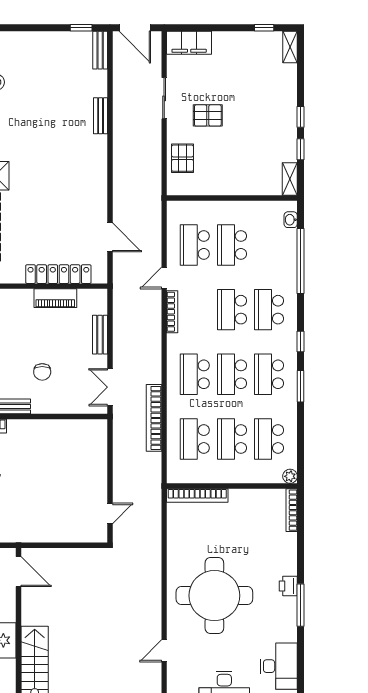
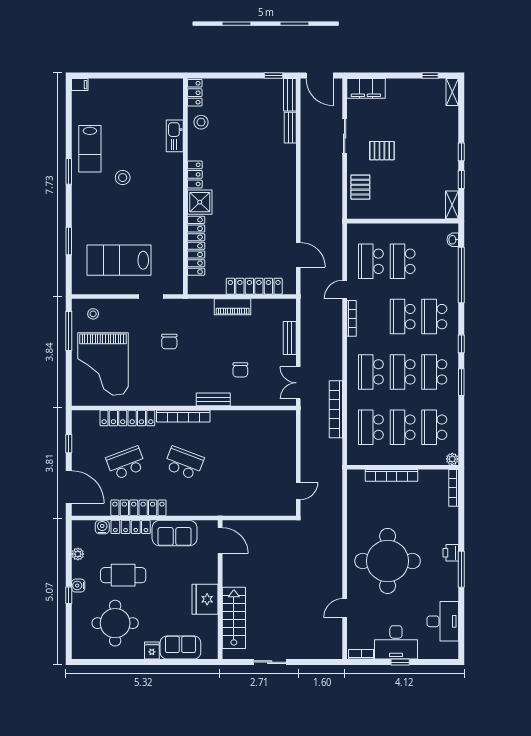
bench: (101, 116) -> (290, 128), moved
piano: (55, 298) -> (233, 307), moved
bookcase: (197, 495) -> (392, 475), moved

